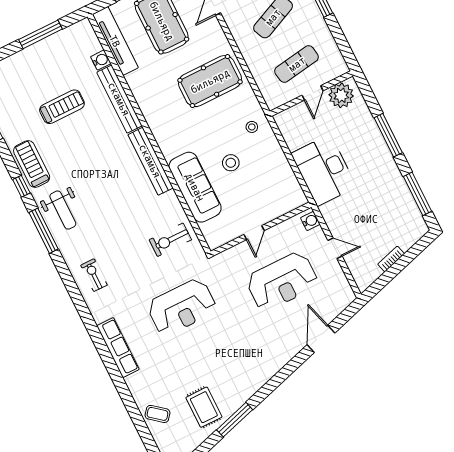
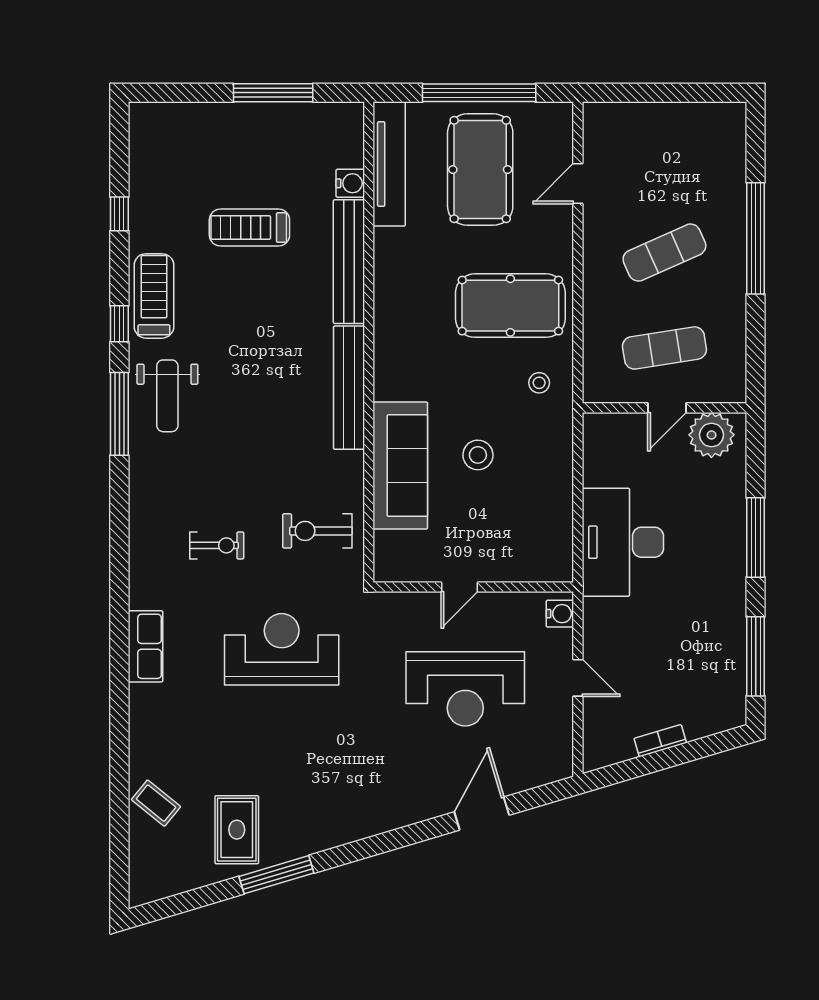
treadmill: (62, 107) -> (249, 228), turned 180
stool: (252, 127) -> (539, 383), moved
exercise bike: (94, 275) -> (217, 545), moved, turned 90
reception desk: (182, 307) -> (282, 649), turned 180
row of seats: (118, 348) -> (145, 646), width x0.68

